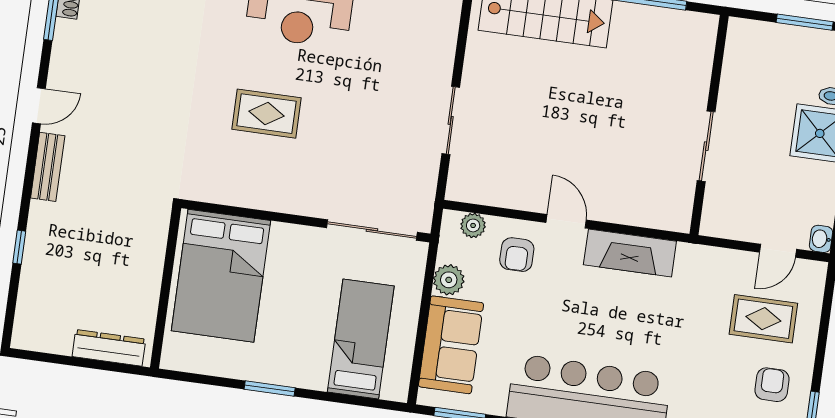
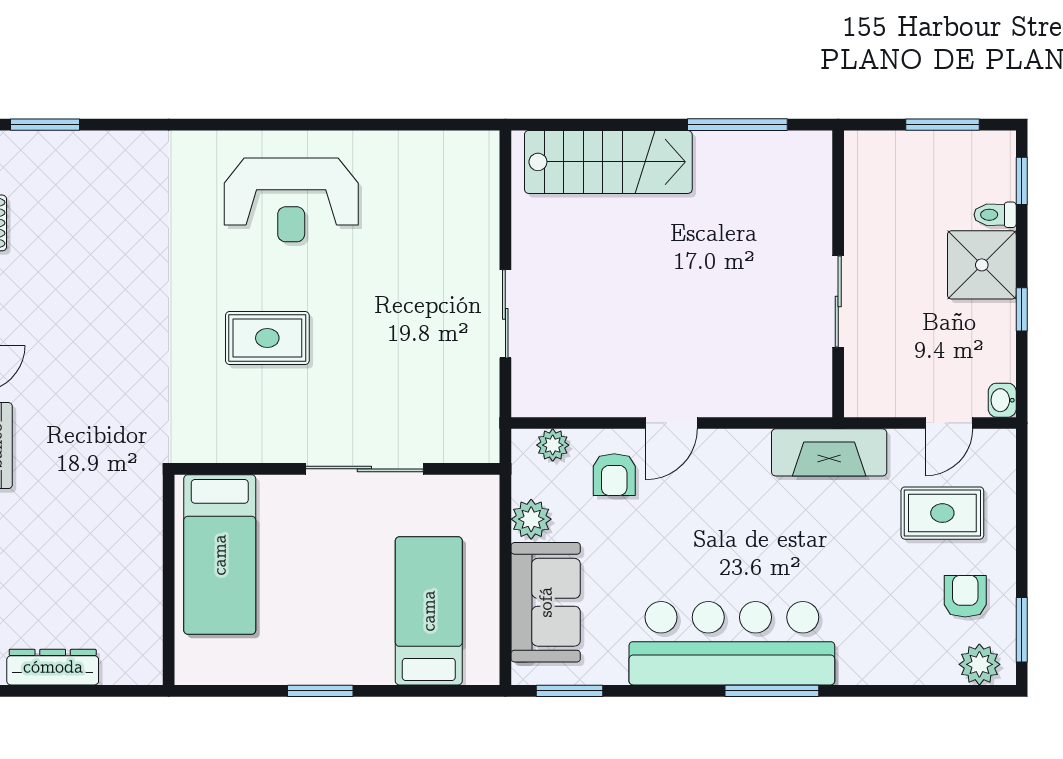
door: (566, 221) -> (672, 423), swing flipped
sliding door: (372, 230) -> (364, 469), moved
fireplace: (630, 253) -> (829, 452), moved
bed: (221, 276) -> (220, 555), width x0.67
dresser: (109, 348) -> (53, 667), moved

